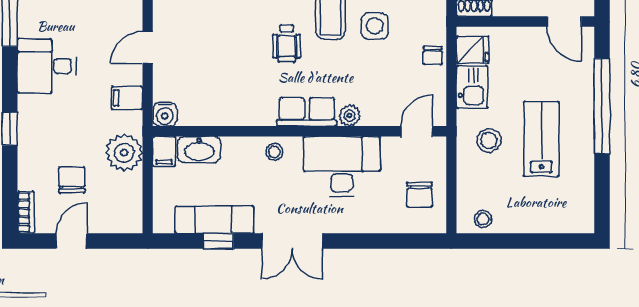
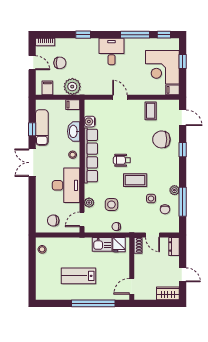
side table: (375, 26) -> (111, 205), moved
filing cabinet: (127, 98) -> (47, 88), moved
row of seats: (307, 112) -> (91, 156), width x2.02
water cooler: (165, 114) -> (90, 122), moved
plant: (350, 116) -> (89, 203), moved
door: (417, 131) -> (82, 219), swing flipped
lab bench: (541, 139) -> (78, 276), turned 180
stool: (489, 141) -> (78, 252), removed
washbasin: (199, 150) -> (74, 131), moved

